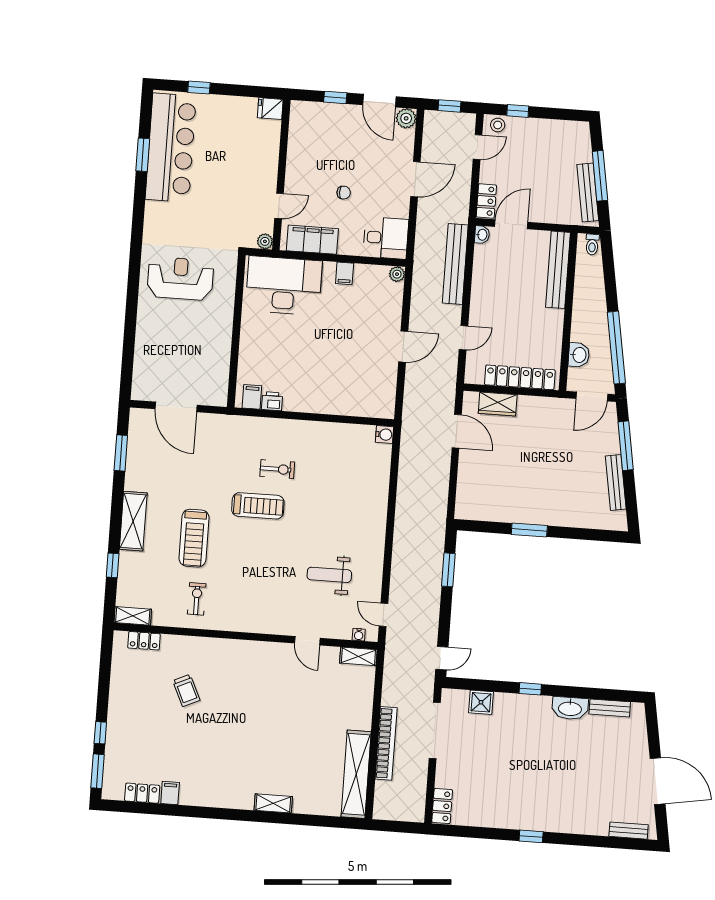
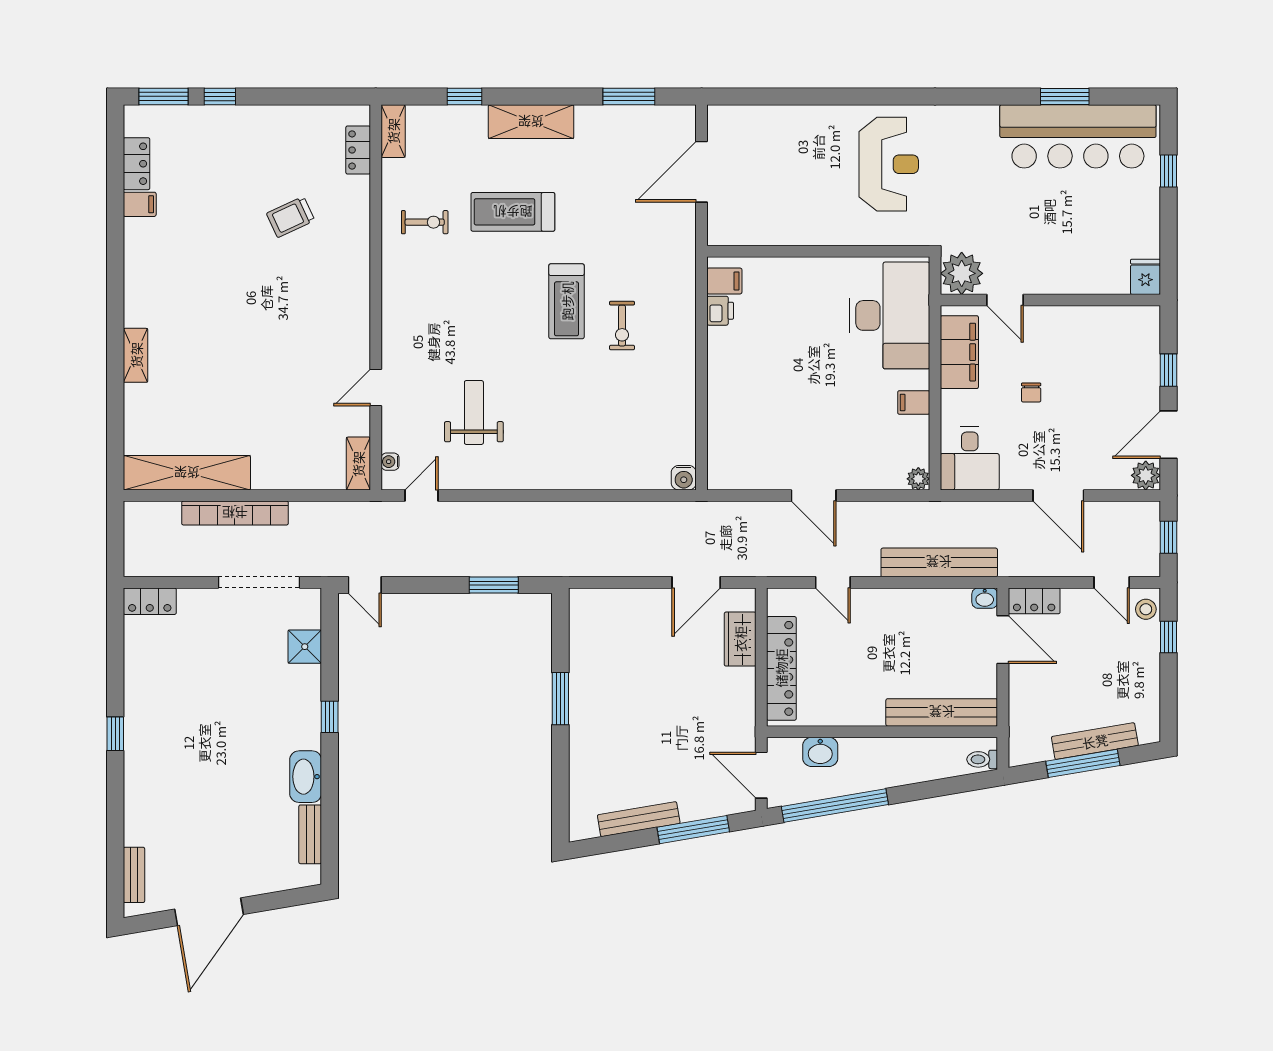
bench: (588, 193) -> (1095, 741), moved
plant: (265, 241) -> (962, 273), width x1.88, depth x1.88

